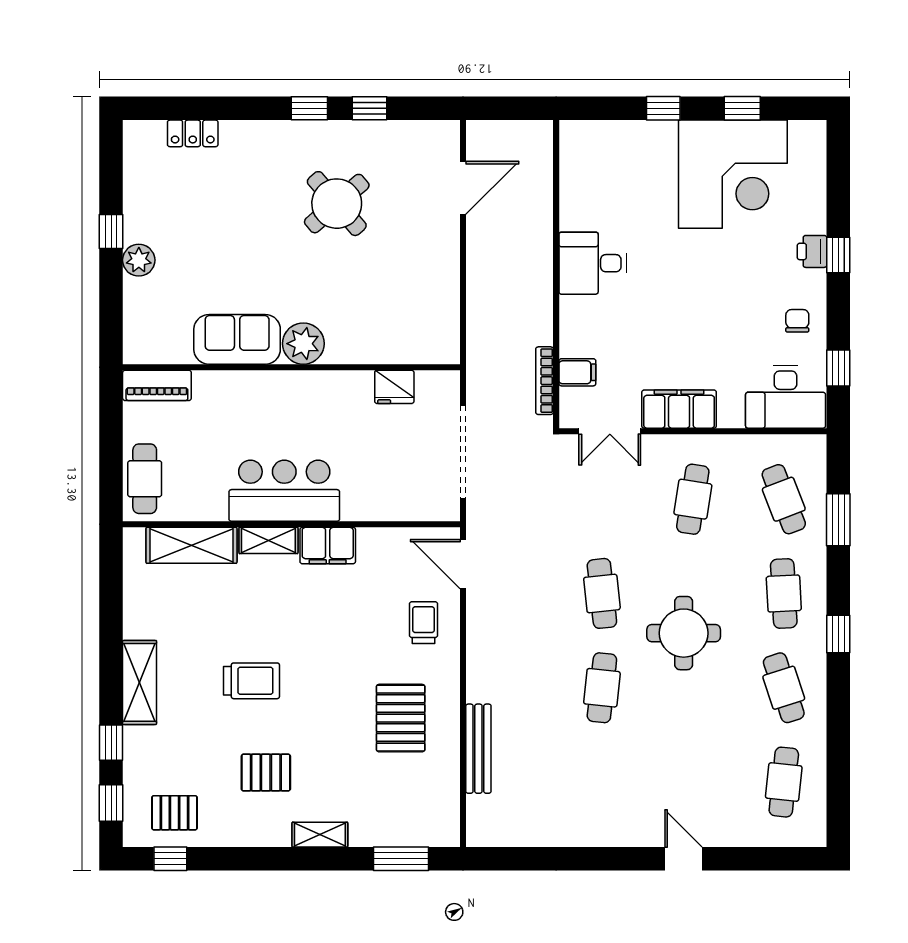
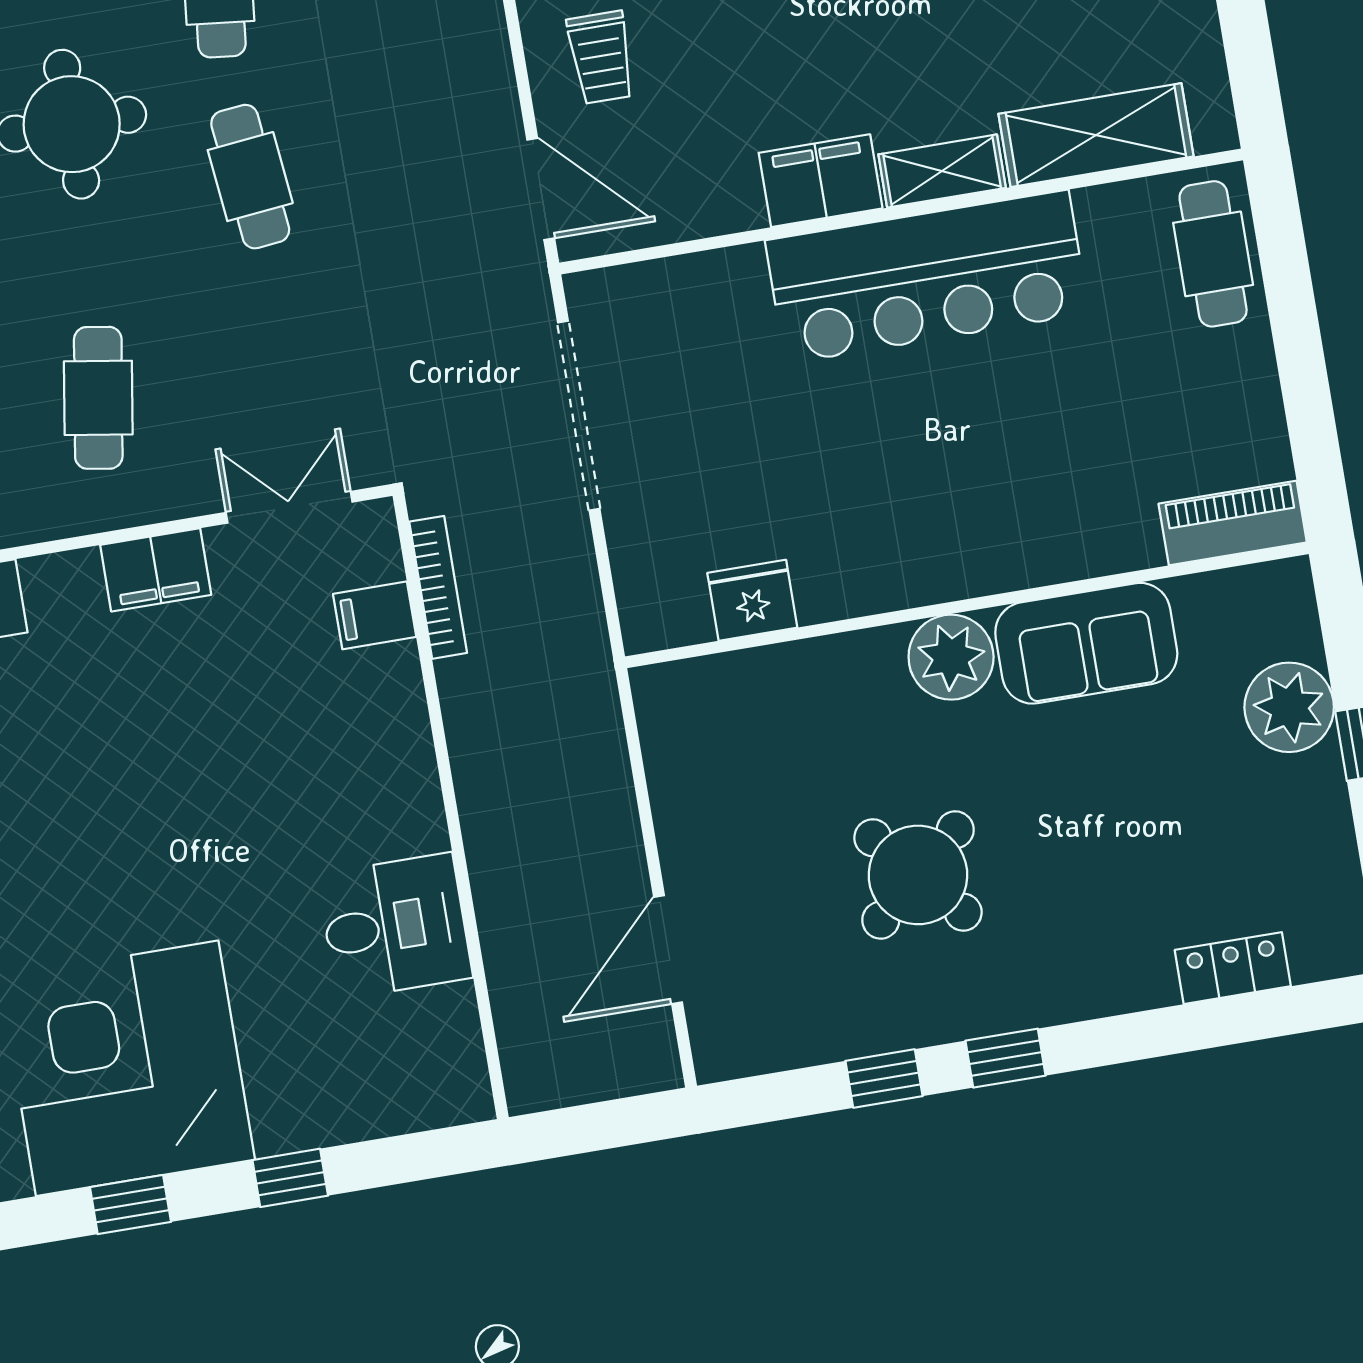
plant: (139, 260) -> (1289, 707), width x1.36, depth x1.36
desk: (593, 263) -> (395, 926), moved
sofa: (237, 339) -> (1086, 643), moved
plant: (303, 344) -> (951, 657), moved
wall: (291, 367) -> (967, 605), moved
piano: (157, 385) -> (1233, 523), moved
fridge: (394, 387) -> (752, 600), moved
filing cabinet: (679, 409) -> (156, 570), width x0.67, depth x0.86
bar counter: (284, 491) -> (927, 277), width x1.36

